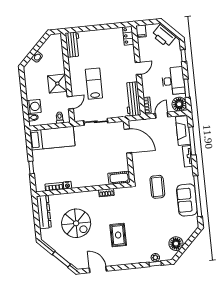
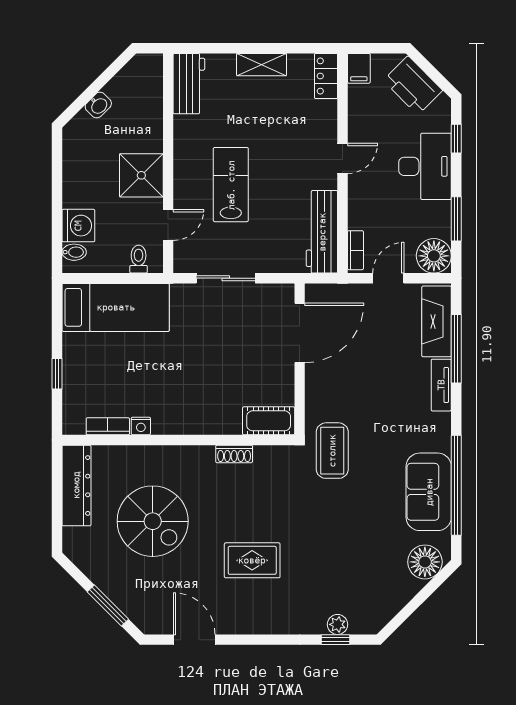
shelving: (101, 34) -> (262, 65), added
desk: (173, 81) -> (425, 166), moved
door: (128, 141) -> (300, 333), hinge flipped
coffee table: (157, 187) -> (332, 451), moved
rug: (118, 235) -> (252, 560), turned 90
floor lamp: (176, 244) -> (425, 562), moved

